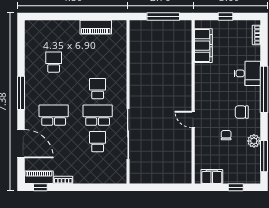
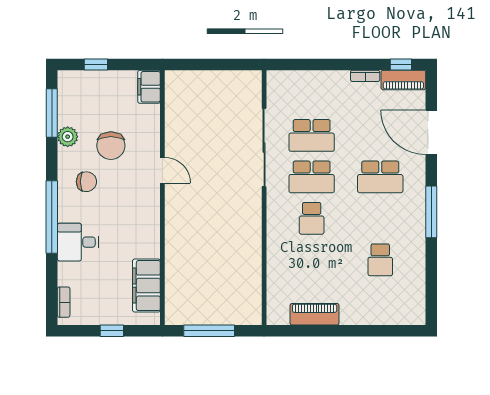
chair: (226, 135) -> (111, 146), width x1.87, depth x1.87
school desk: (98, 142) -> (312, 135), width x1.85
filing cabinet: (212, 176) -> (149, 87), moved, turned 90

